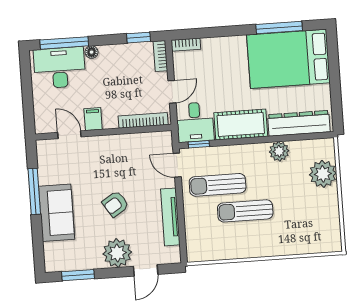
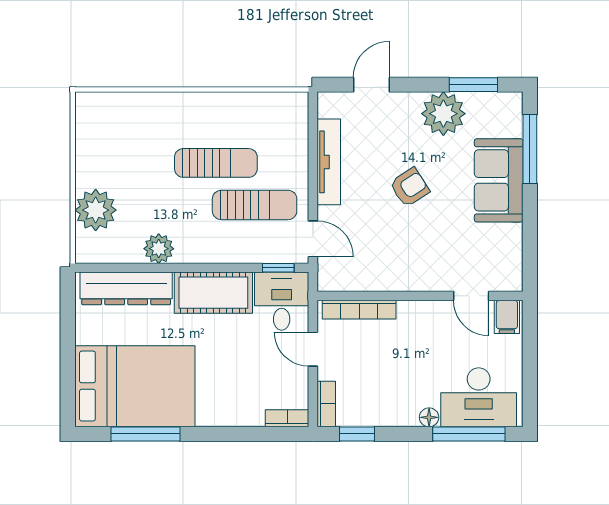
door: (172, 92) -> (313, 349), hinge flipped
filing cabinet: (93, 119) -> (507, 317), moved
window: (34, 191) -> (530, 149), moved
plant: (117, 253) -> (443, 114), moved

